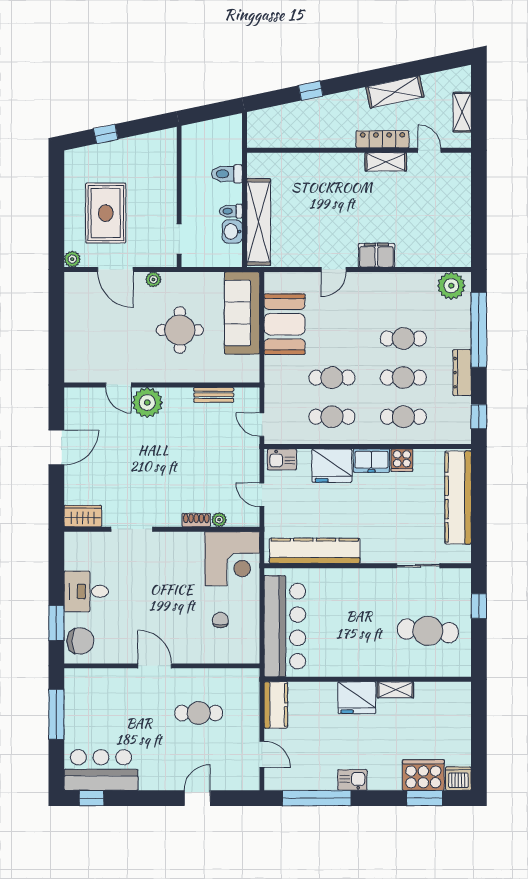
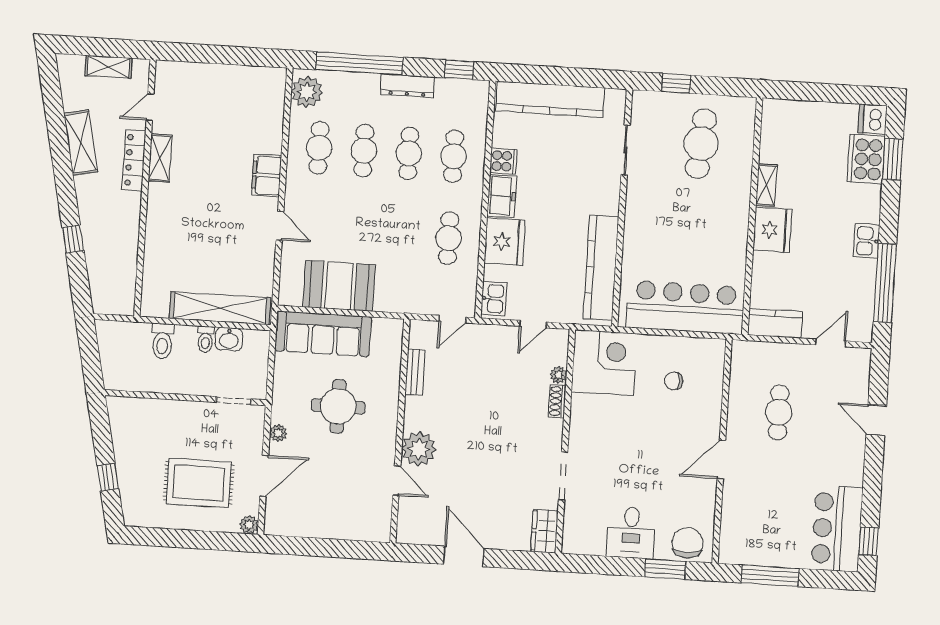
cafe table: (332, 378) -> (319, 148), moved
door: (118, 385) -> (397, 481), hinge flipped

